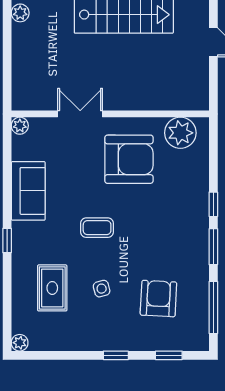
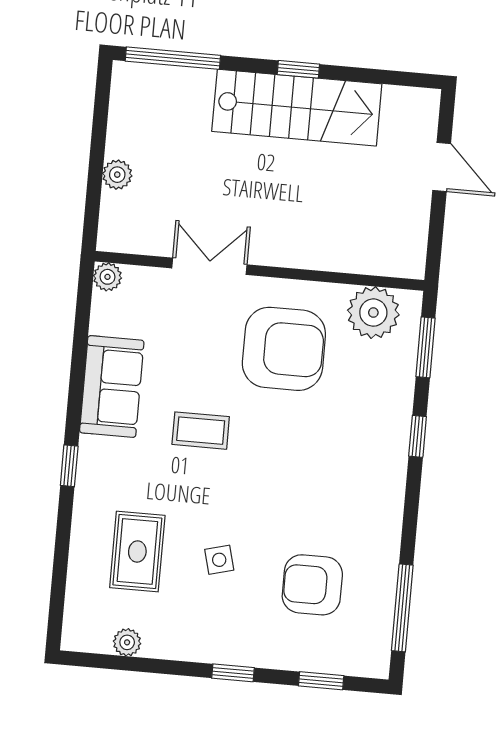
plant: (20, 13) -> (117, 175), moved
coffee table: (97, 228) -> (201, 431), moved
window: (213, 247) -> (425, 347), moved
armchair: (158, 299) -> (312, 585), turned -93
plant: (20, 343) -> (127, 642), moved

